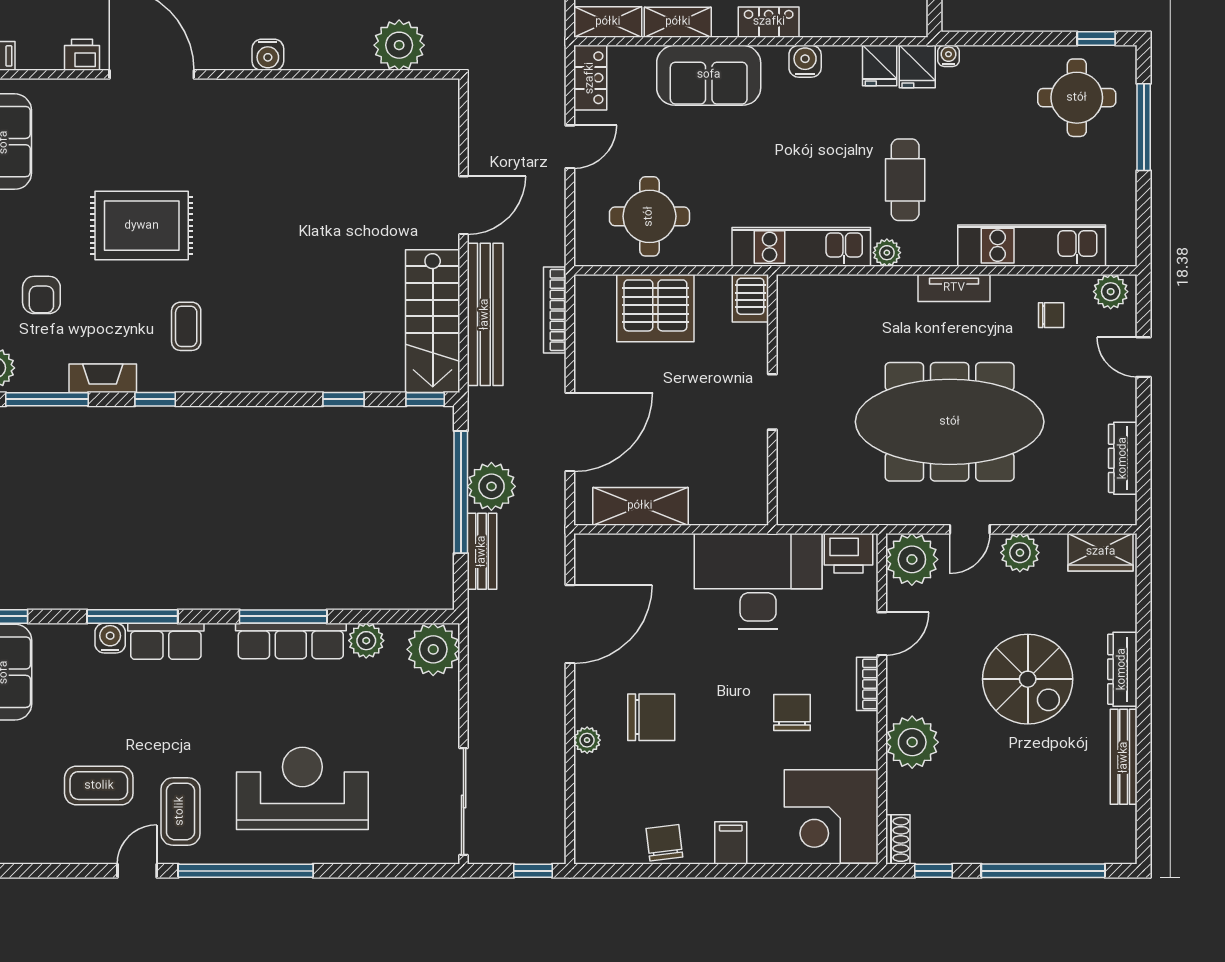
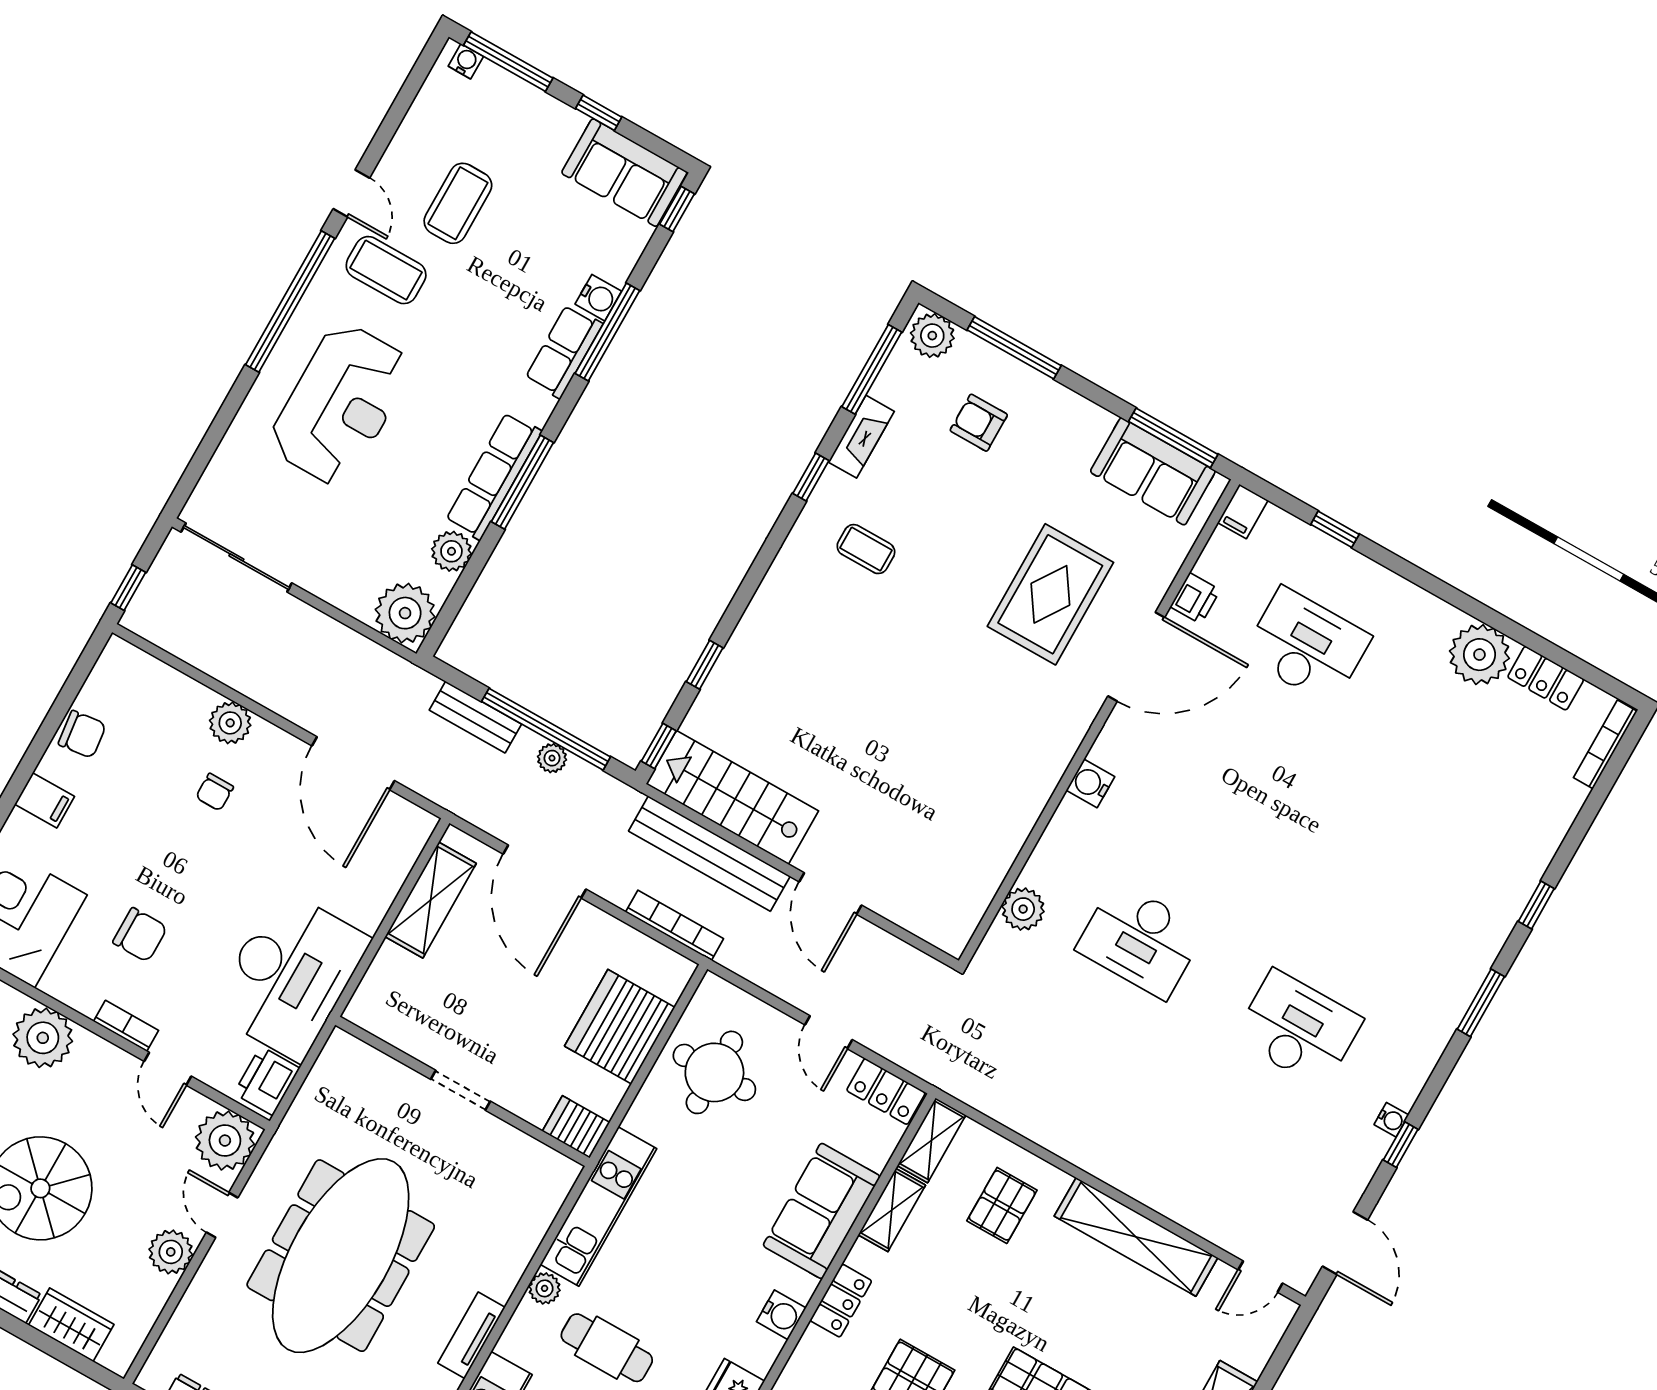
plant: (399, 45) -> (1023, 909), width x0.73, depth x0.73
rug: (142, 226) -> (1050, 594), moved
plant: (491, 486) -> (552, 758), width x0.53, depth x0.53
wardrobe: (1101, 552) -> (71, 1325), moved, turned 90
chair: (651, 717) -> (215, 792), width x0.54, depth x0.54
plant: (587, 740) -> (230, 723), width x1.38, depth x1.38

